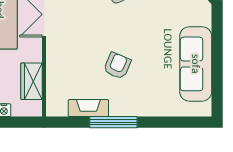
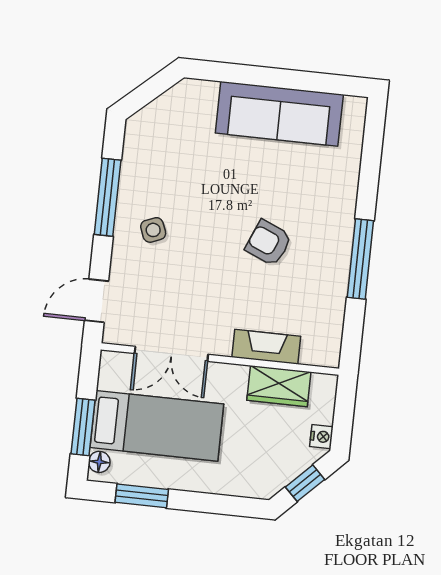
fireplace: (88, 108) -> (266, 347), moved, turned 90

